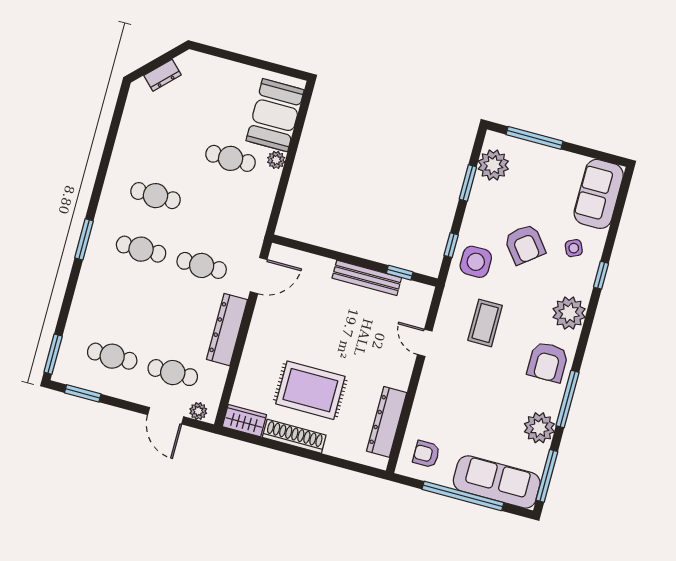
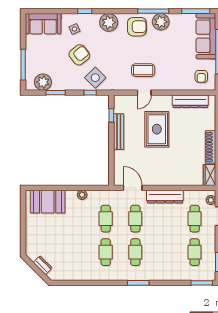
cafe table: (231, 158) -> (106, 219), moved
plant: (276, 160) -> (82, 195), moved
side table: (476, 262) -> (95, 78), turned 45
coffee table: (485, 323) -> (143, 70), moved
rug: (310, 390) -> (157, 129), moved
plant: (539, 428) -> (161, 22), moved

